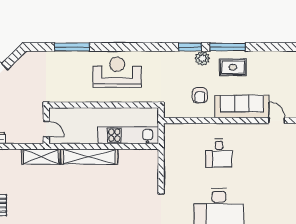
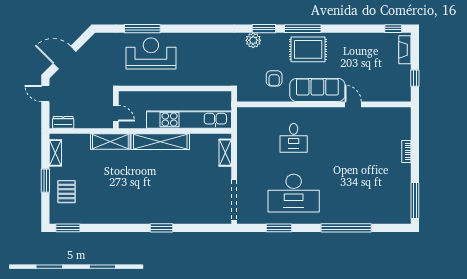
plant: (202, 58) -> (253, 40), moved
rug: (233, 67) -> (308, 49), width x1.36, depth x1.43
reception desk: (117, 72) -> (151, 53), moved
kitchen unit: (128, 135) -> (189, 120), width x1.36
shelving: (153, 167) -> (225, 153), added

